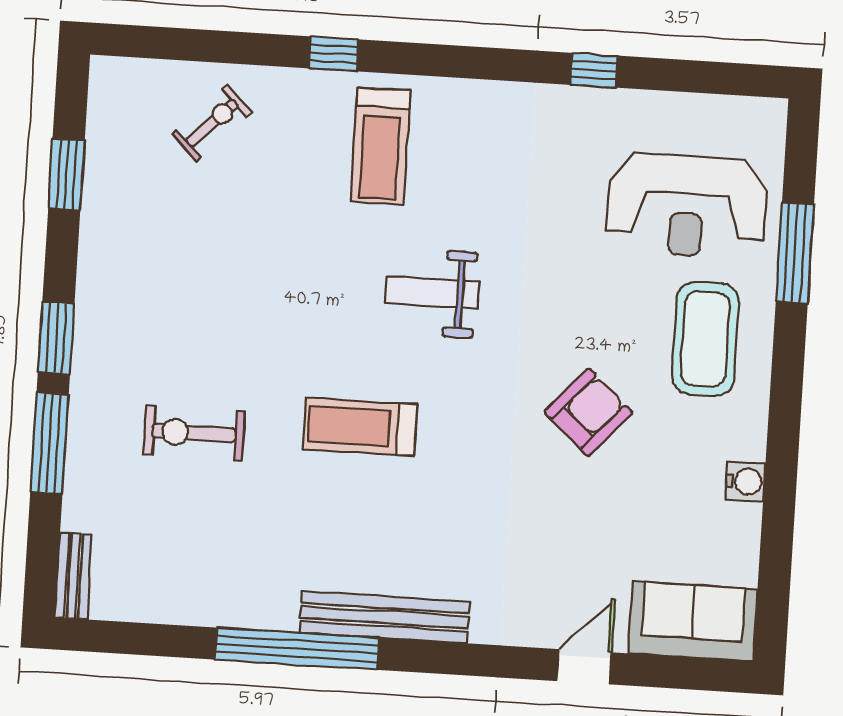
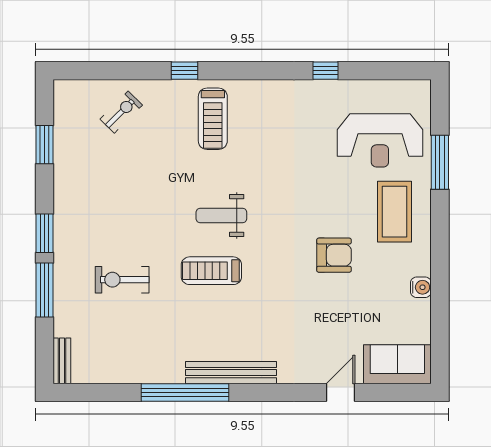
weight bench: (432, 293) -> (221, 216), moved
armchair: (588, 412) -> (334, 255), turned 48

